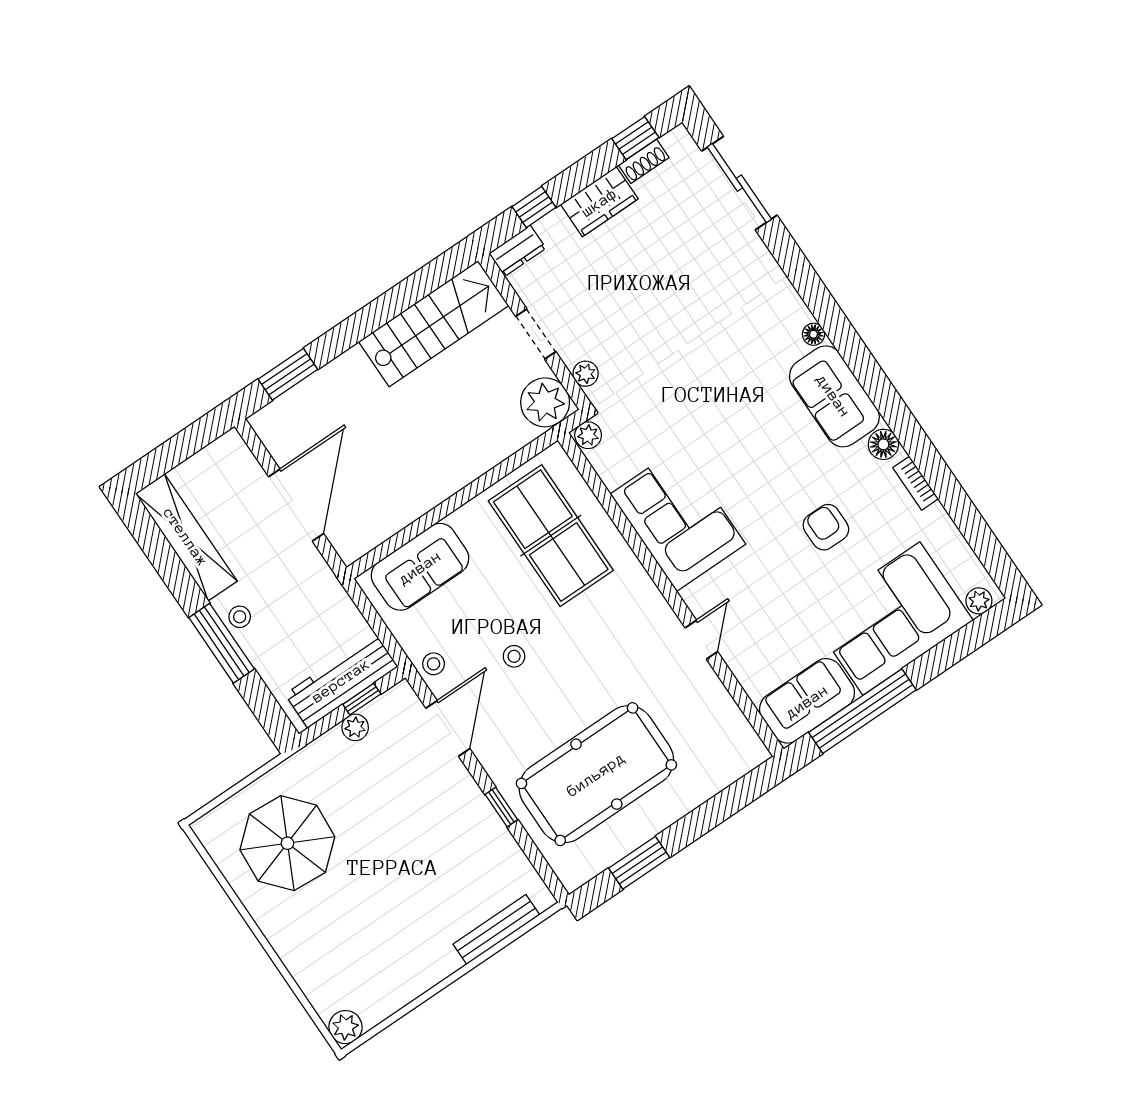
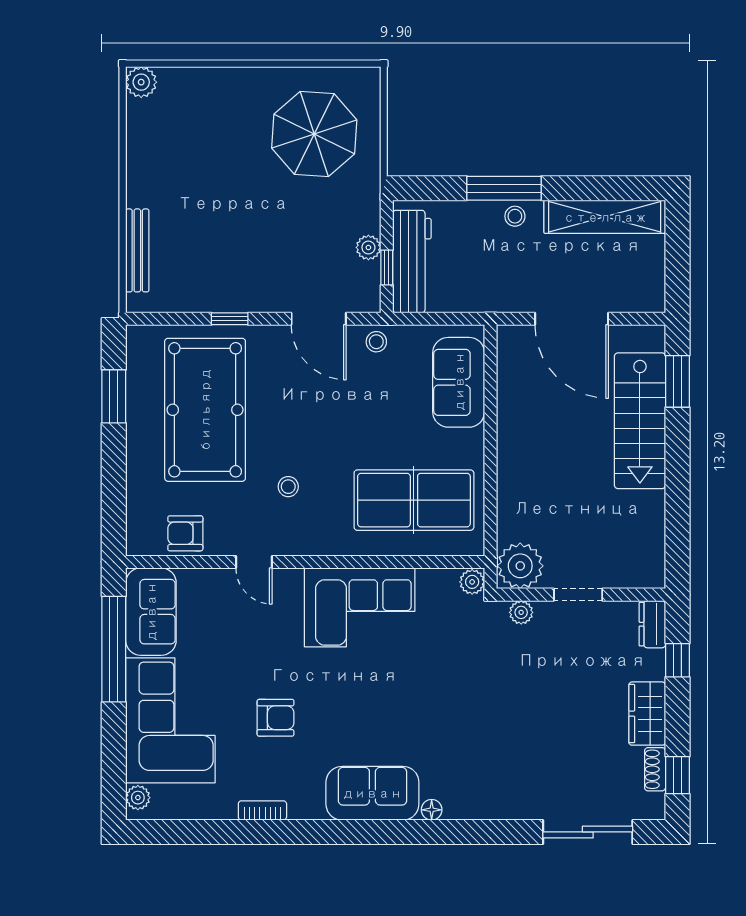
stairs: (434, 324) -> (640, 421), moved
floor lamp: (883, 444) -> (309, 806), removed
stool: (514, 656) -> (288, 487), moved
armchair: (717, 718) -> (185, 533), added

